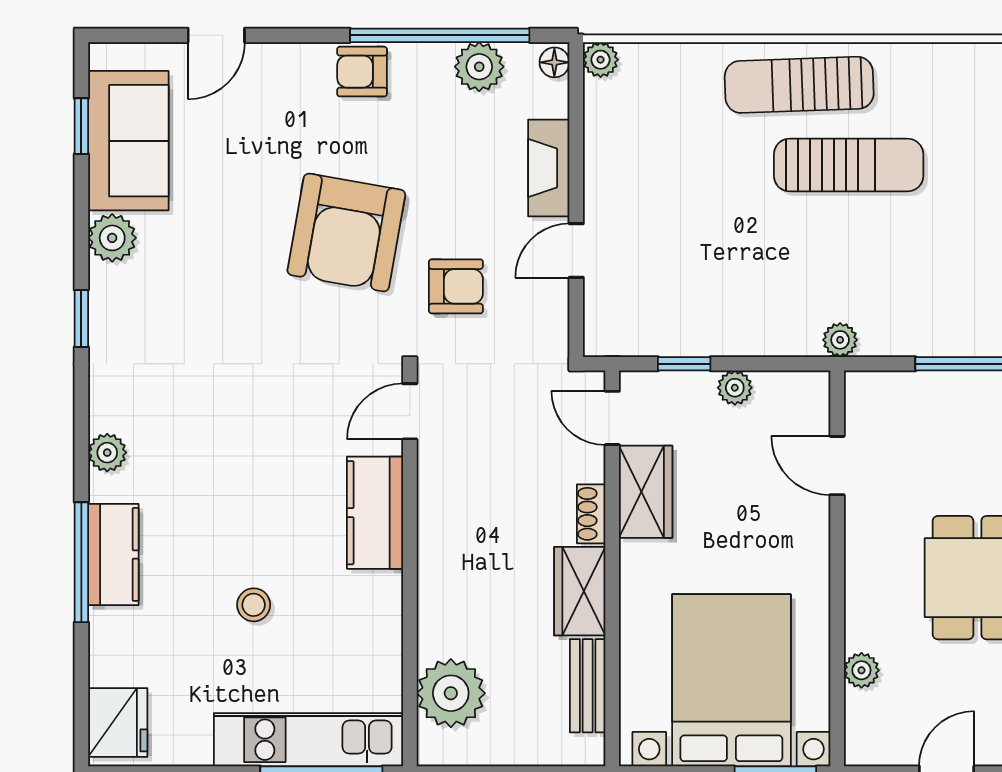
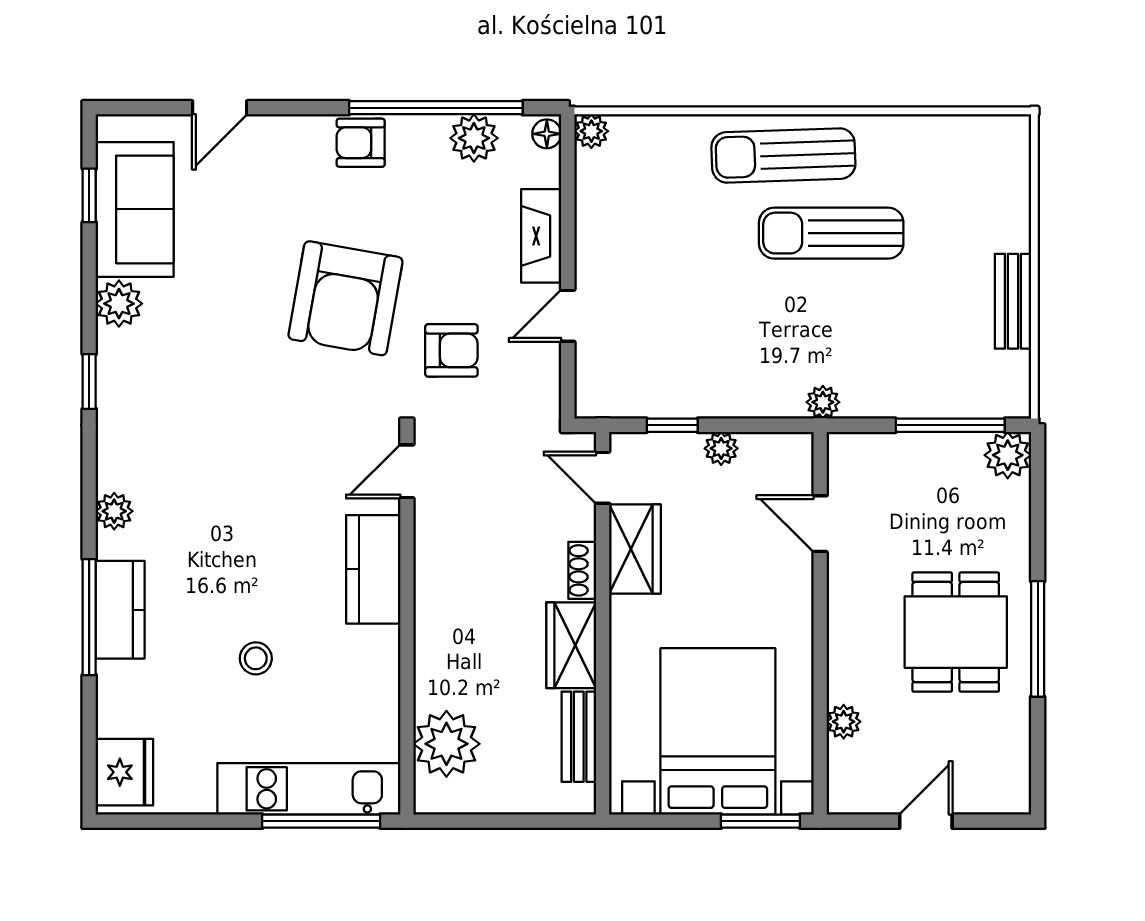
sun lounger: (849, 165) -> (831, 233), turned 180

